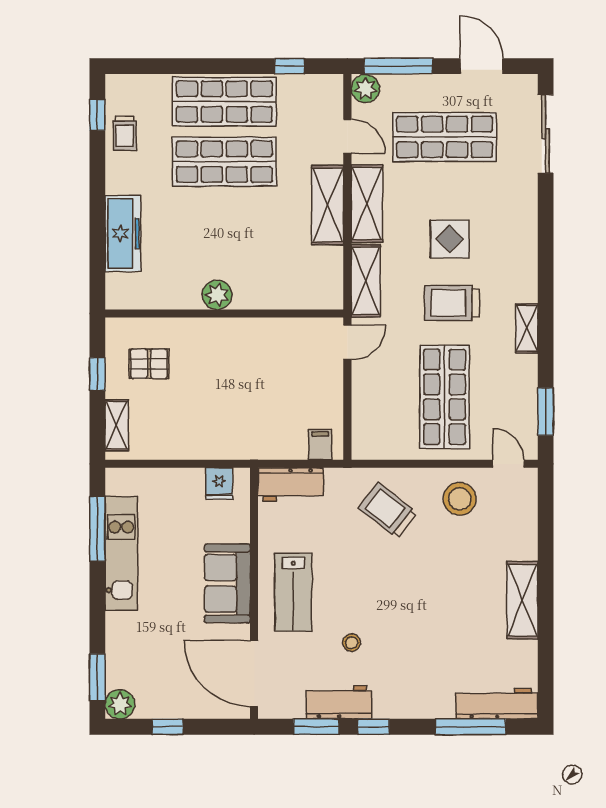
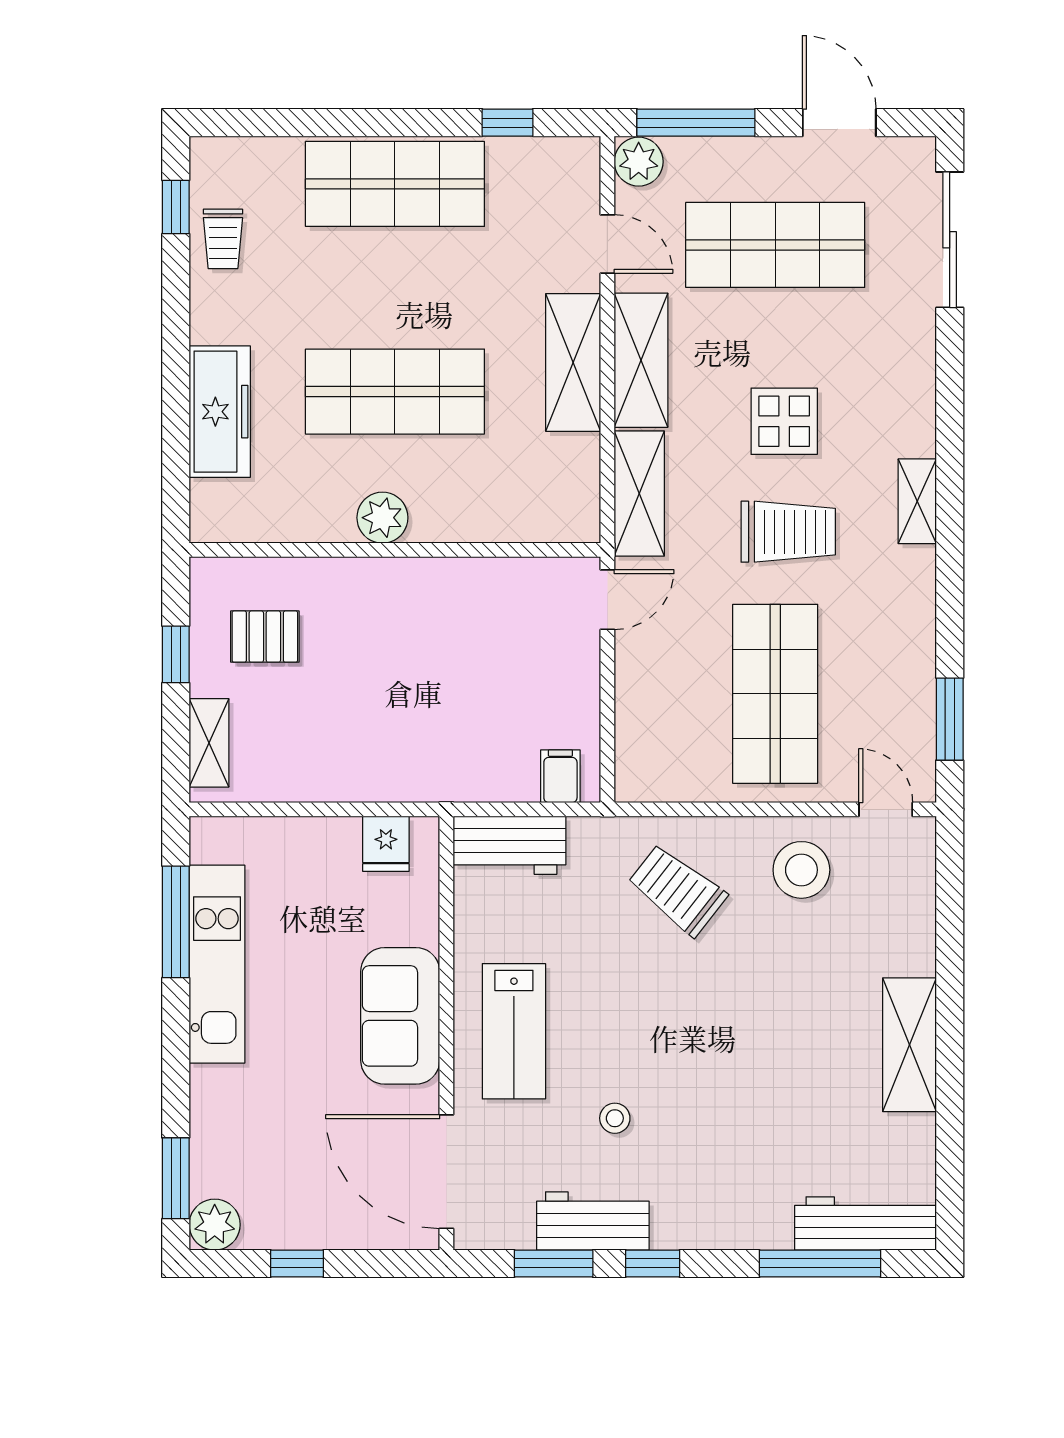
shop shelf: (224, 162) -> (395, 392), moved
trolley: (452, 303) -> (788, 532), turned 180
shelving: (527, 328) -> (917, 501), moved

